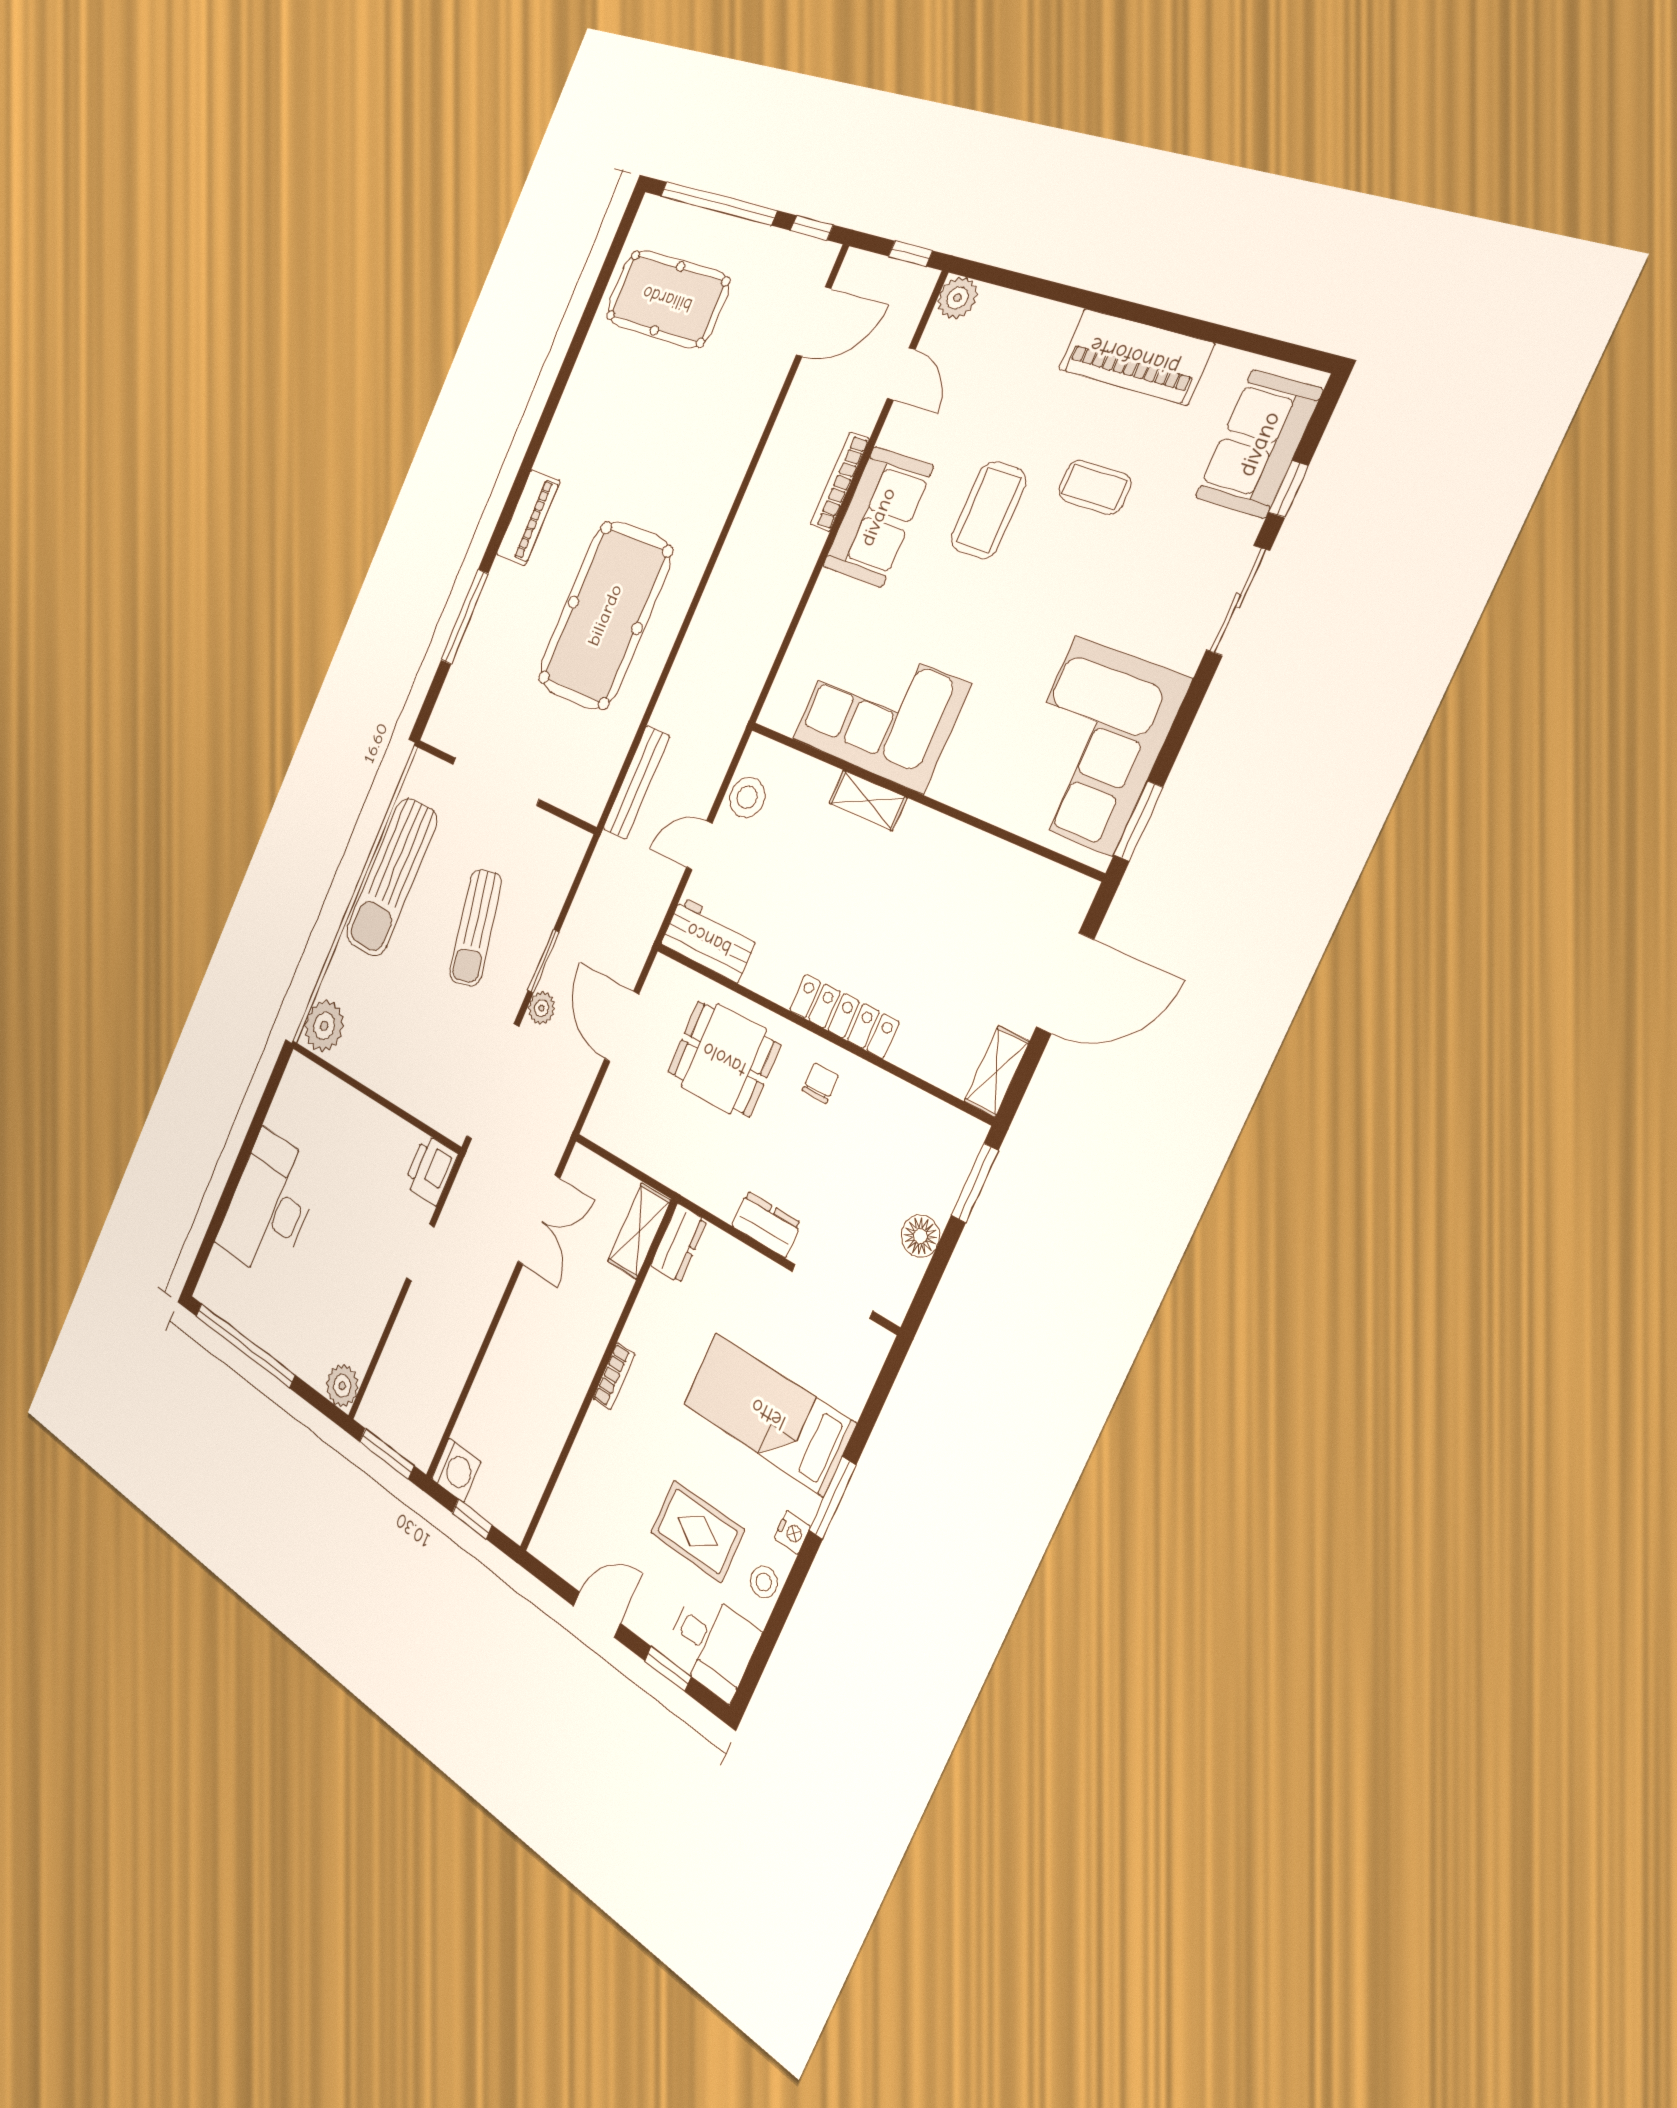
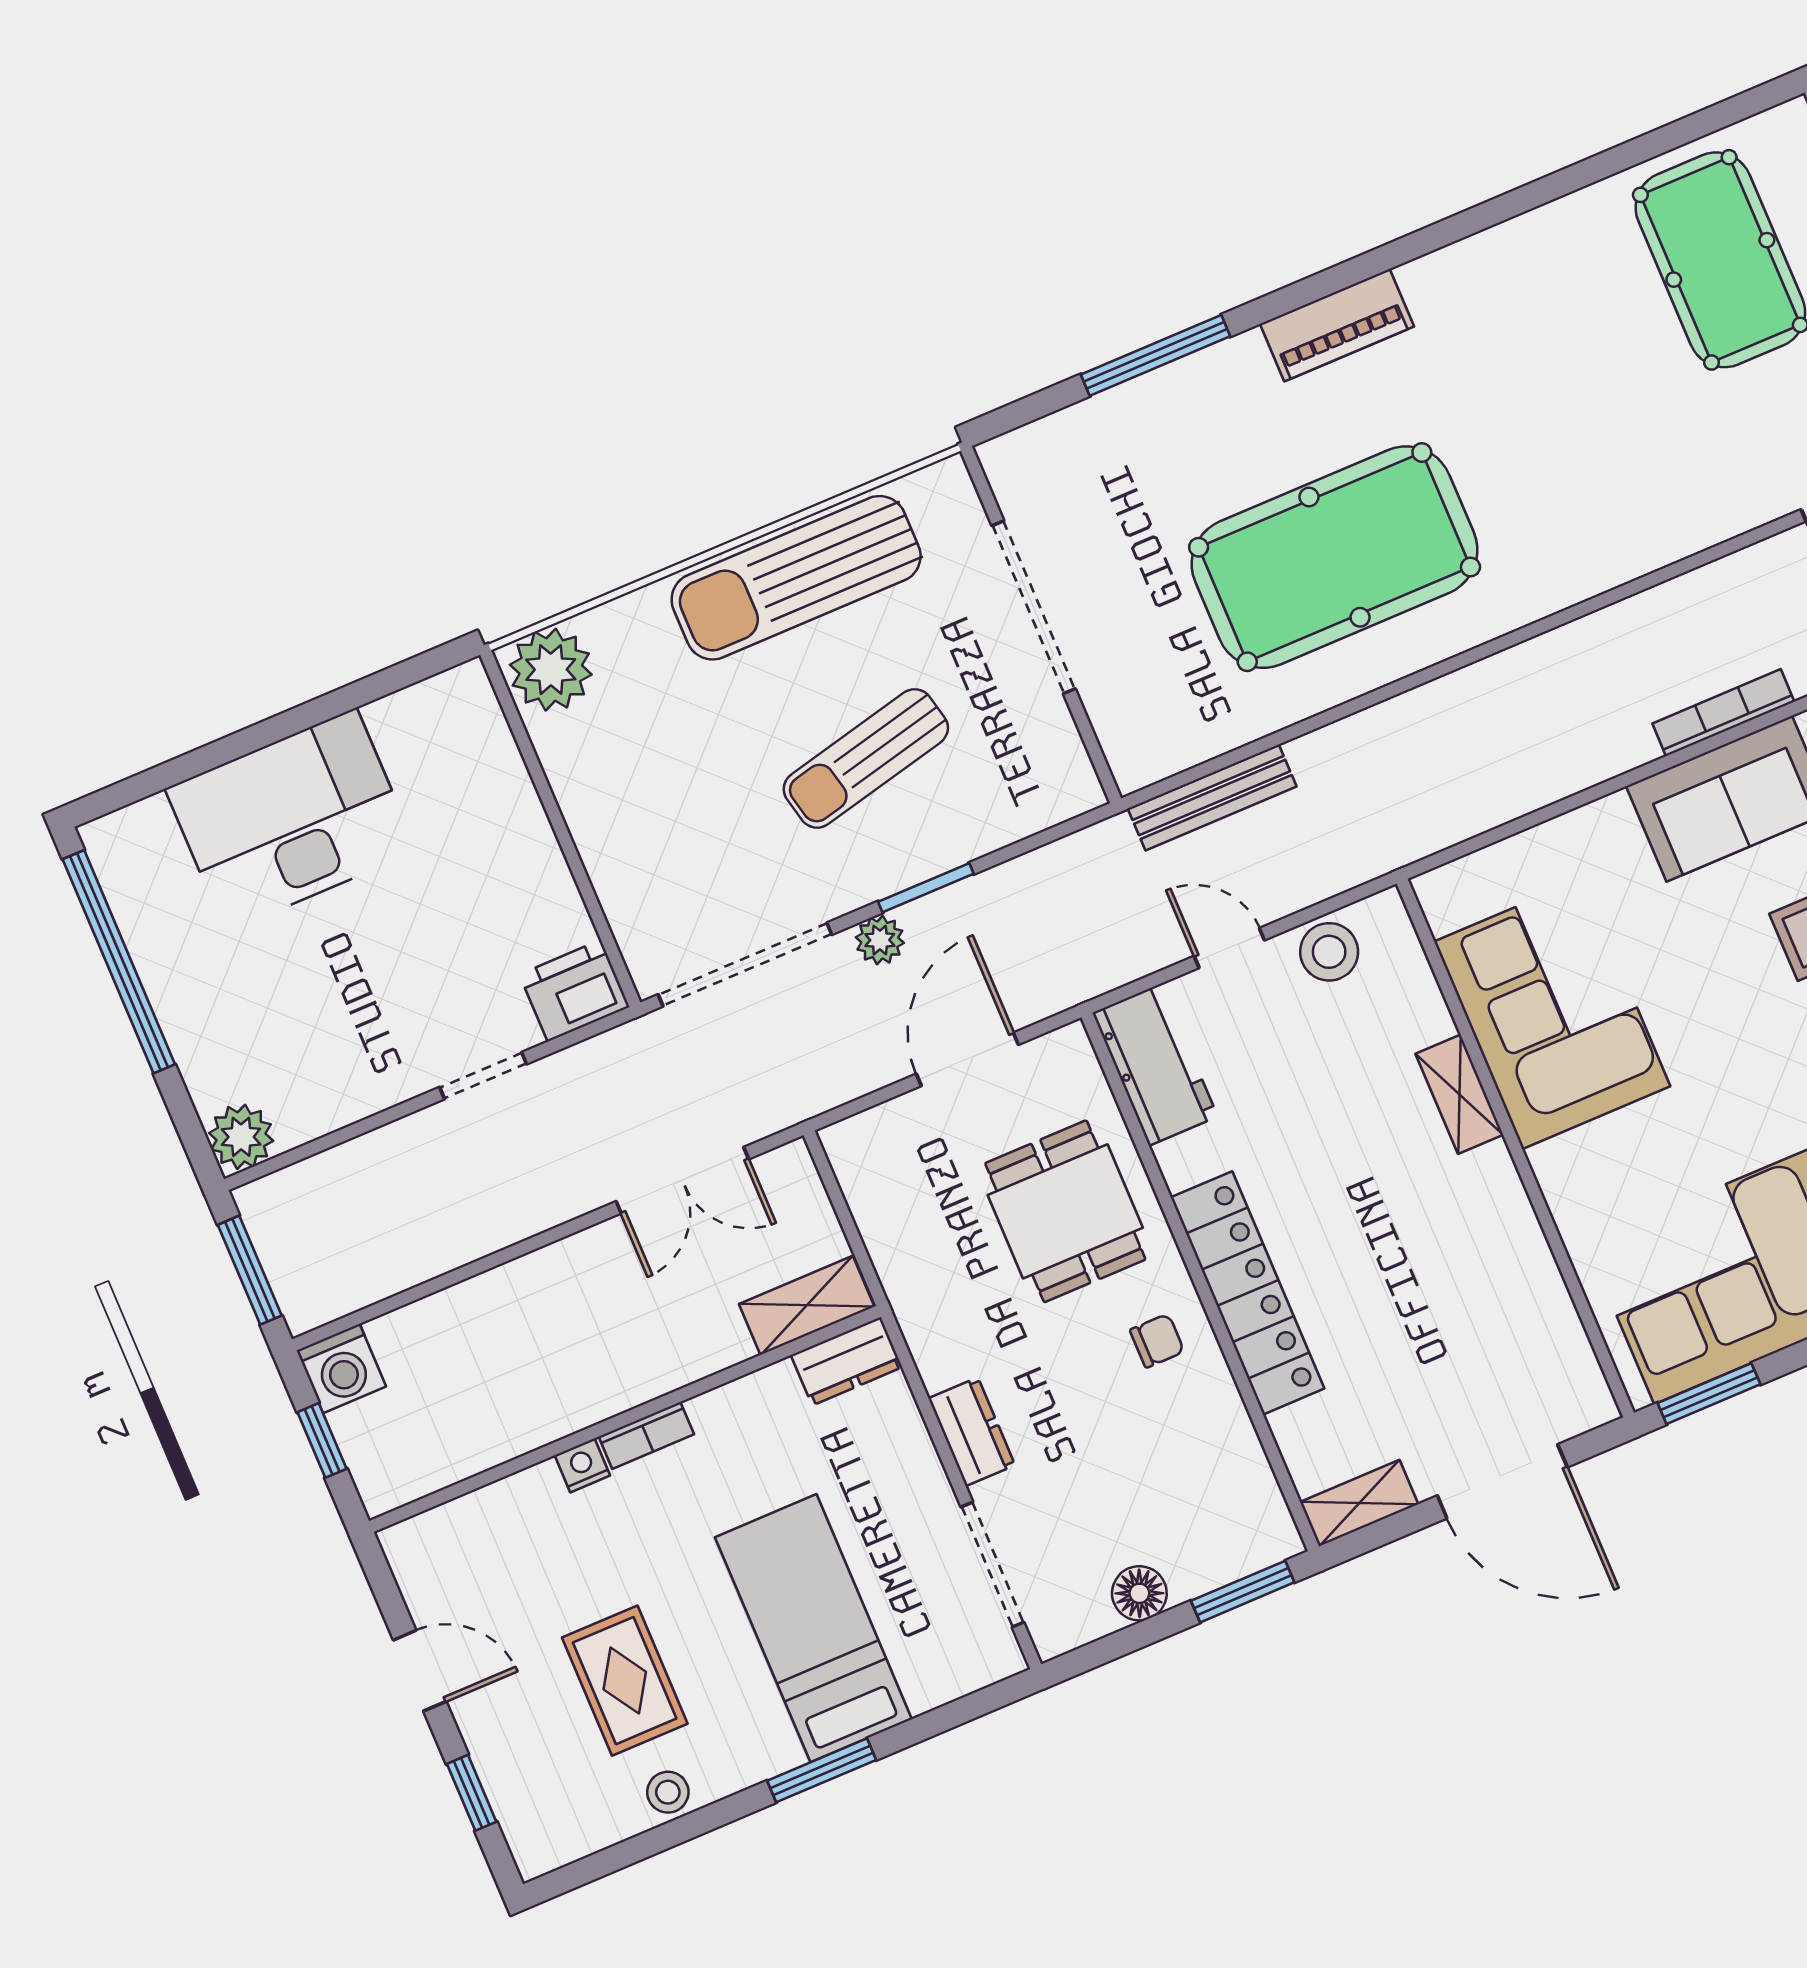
locker: (844, 1016) -> (1248, 1293), width x1.41, depth x1.21
nightstand: (792, 1532) -> (582, 1465), moved, turned 180
desk: (712, 1644) -> (551, 1807), removed

